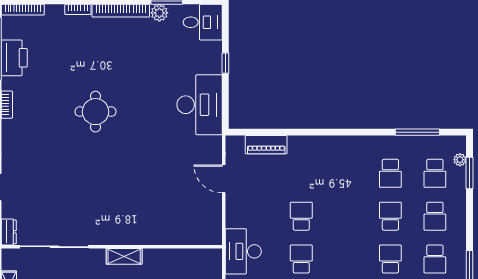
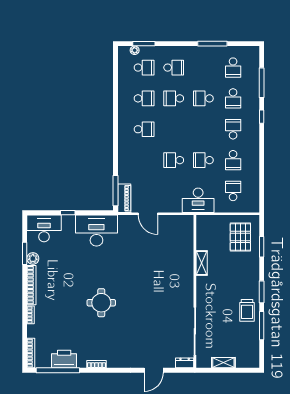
desk: (203, 22) -> (44, 228), width x1.37
window: (417, 132) -> (115, 191), moved
piano: (266, 145) -> (124, 198), moved
door: (224, 179) -> (148, 214), hinge flipped
shelving: (124, 256) -> (202, 263), moved
school desk: (435, 259) -> (144, 129), moved

